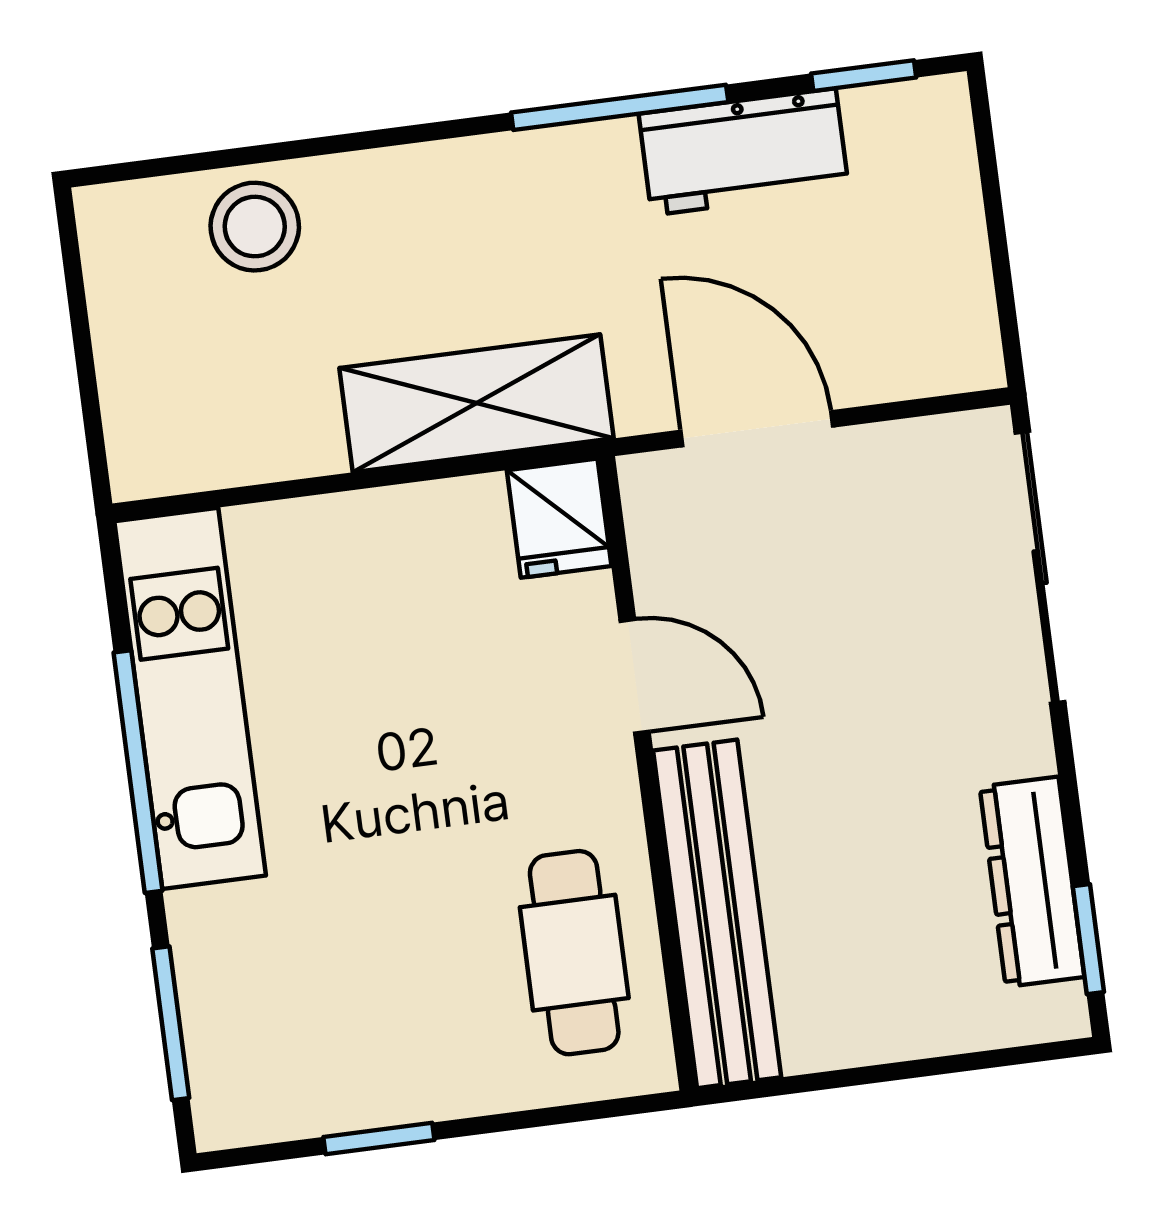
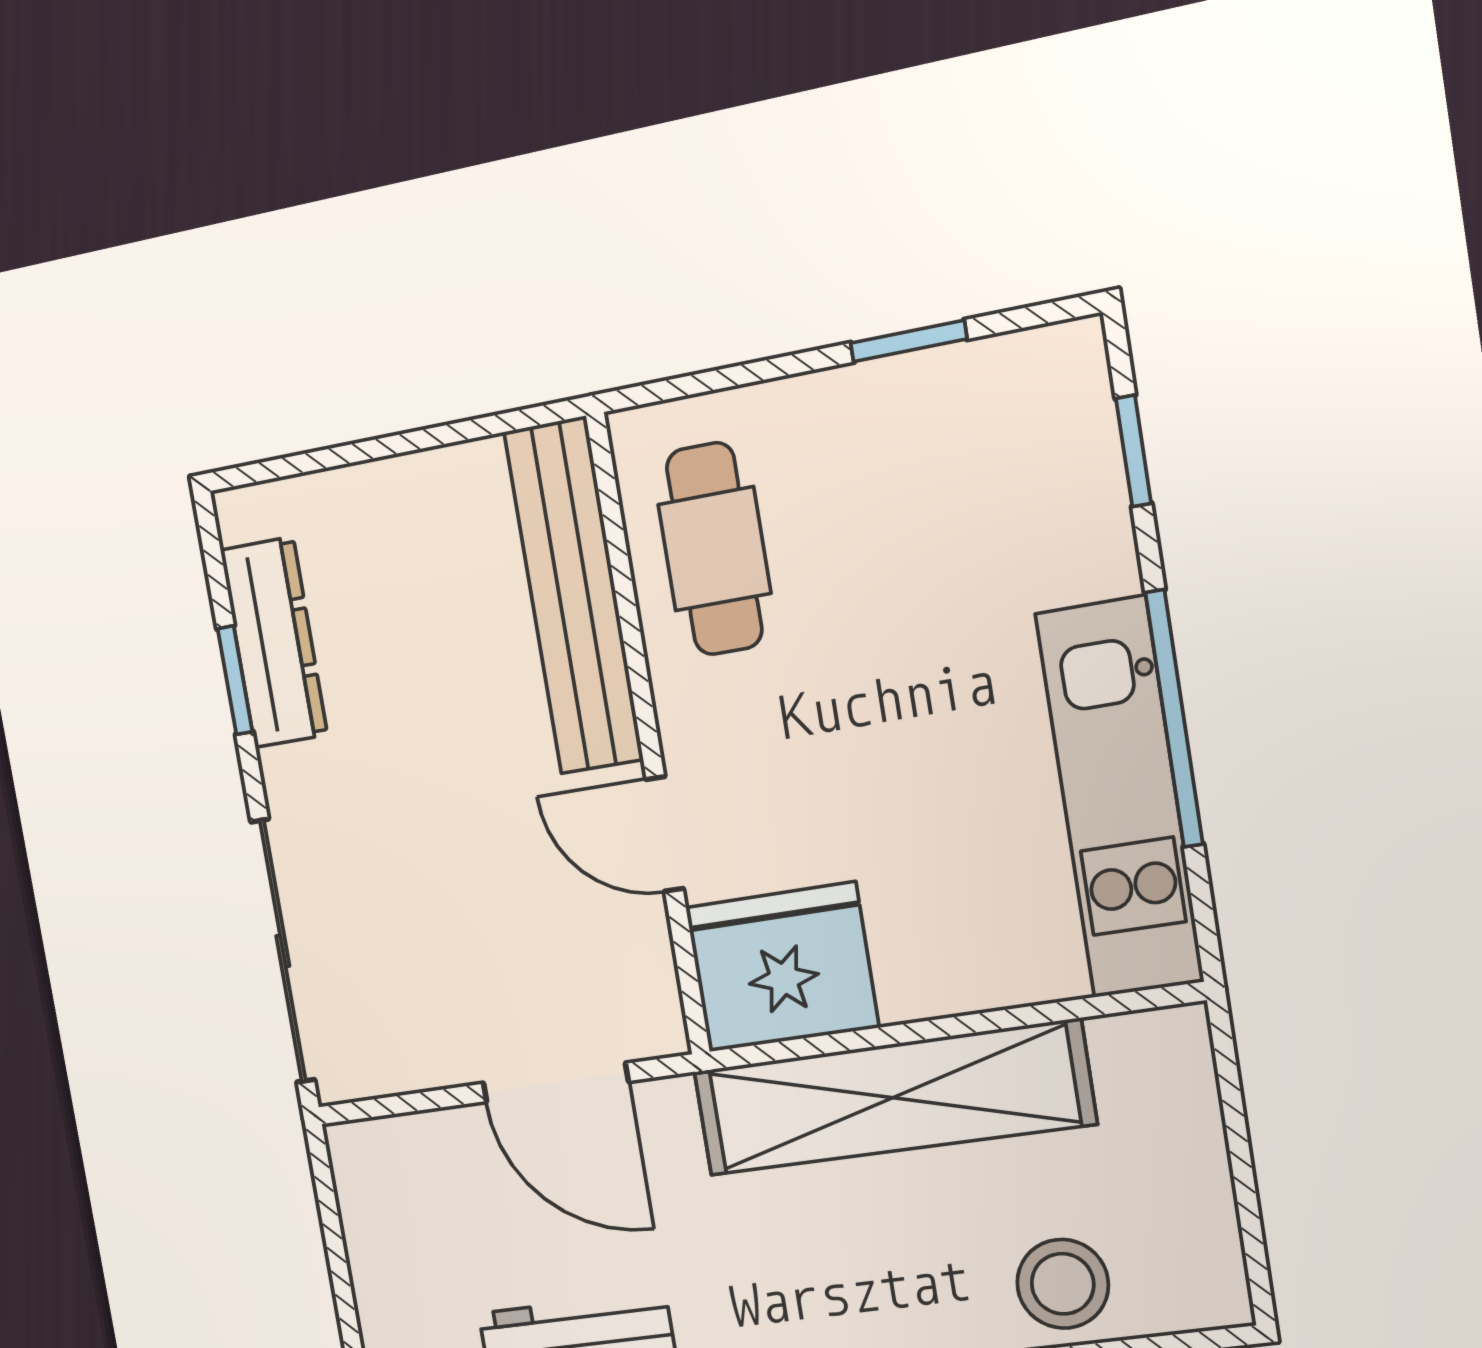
shelving: (476, 403) -> (893, 1098), width x1.47
fridge: (559, 518) -> (782, 967), width x1.88, depth x1.34
window: (1088, 939) -> (235, 680), moved
window: (171, 1023) -> (1134, 451), width x0.67

